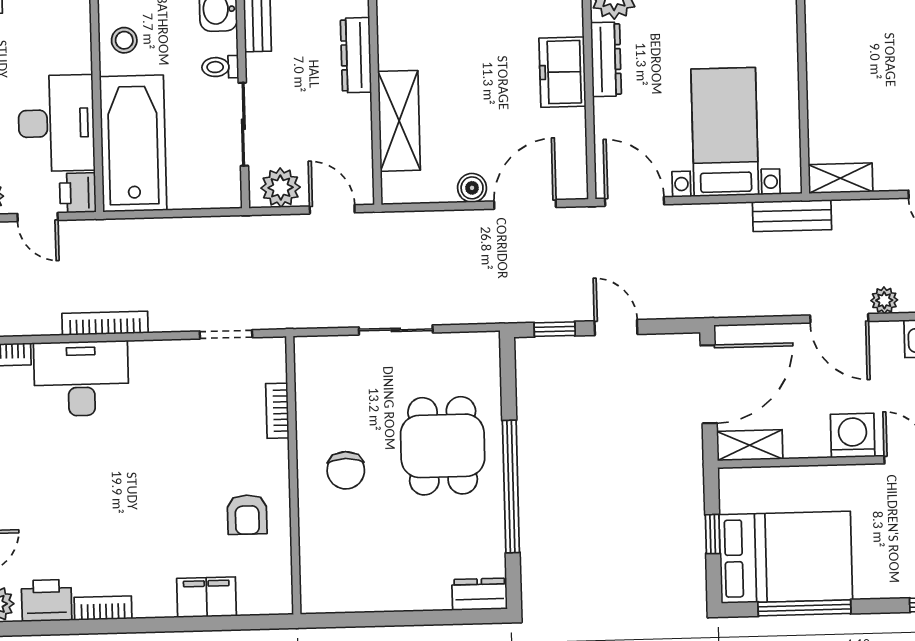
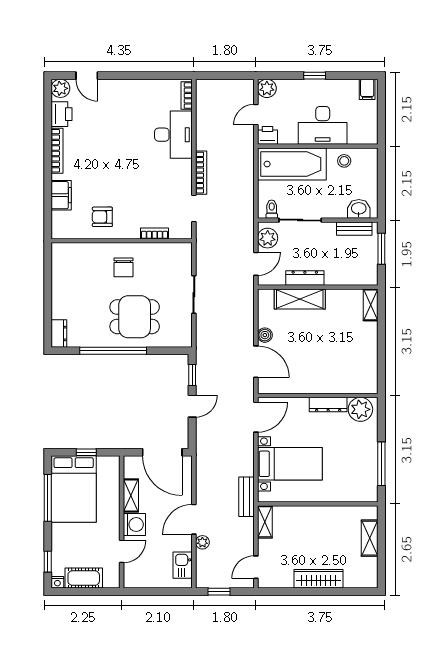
dresser: (356, 55) -> (305, 278), moved
toilet: (220, 67) -> (272, 209), moved
freezer: (562, 72) -> (322, 382), removed
desk: (56, 123) -> (323, 125), moved
bookcase: (105, 323) -> (201, 173), moved
shelving: (750, 445) -> (131, 496), moved
chair: (346, 470) -> (123, 267), turned -90
bookcase: (103, 608) -> (57, 151), width x1.56

